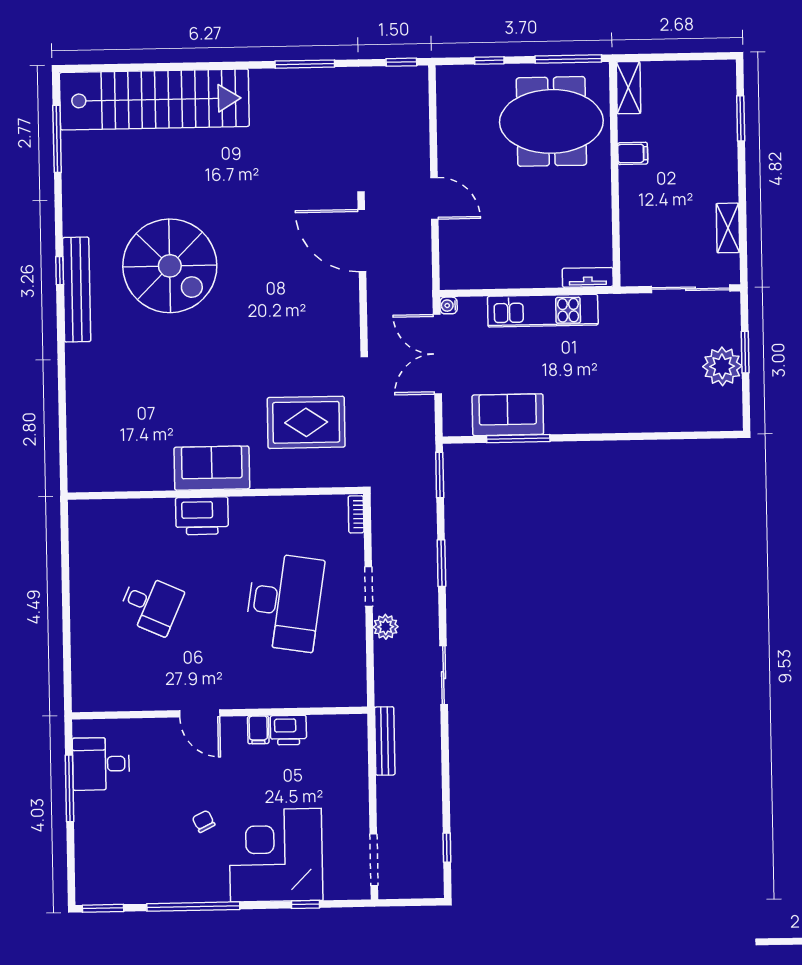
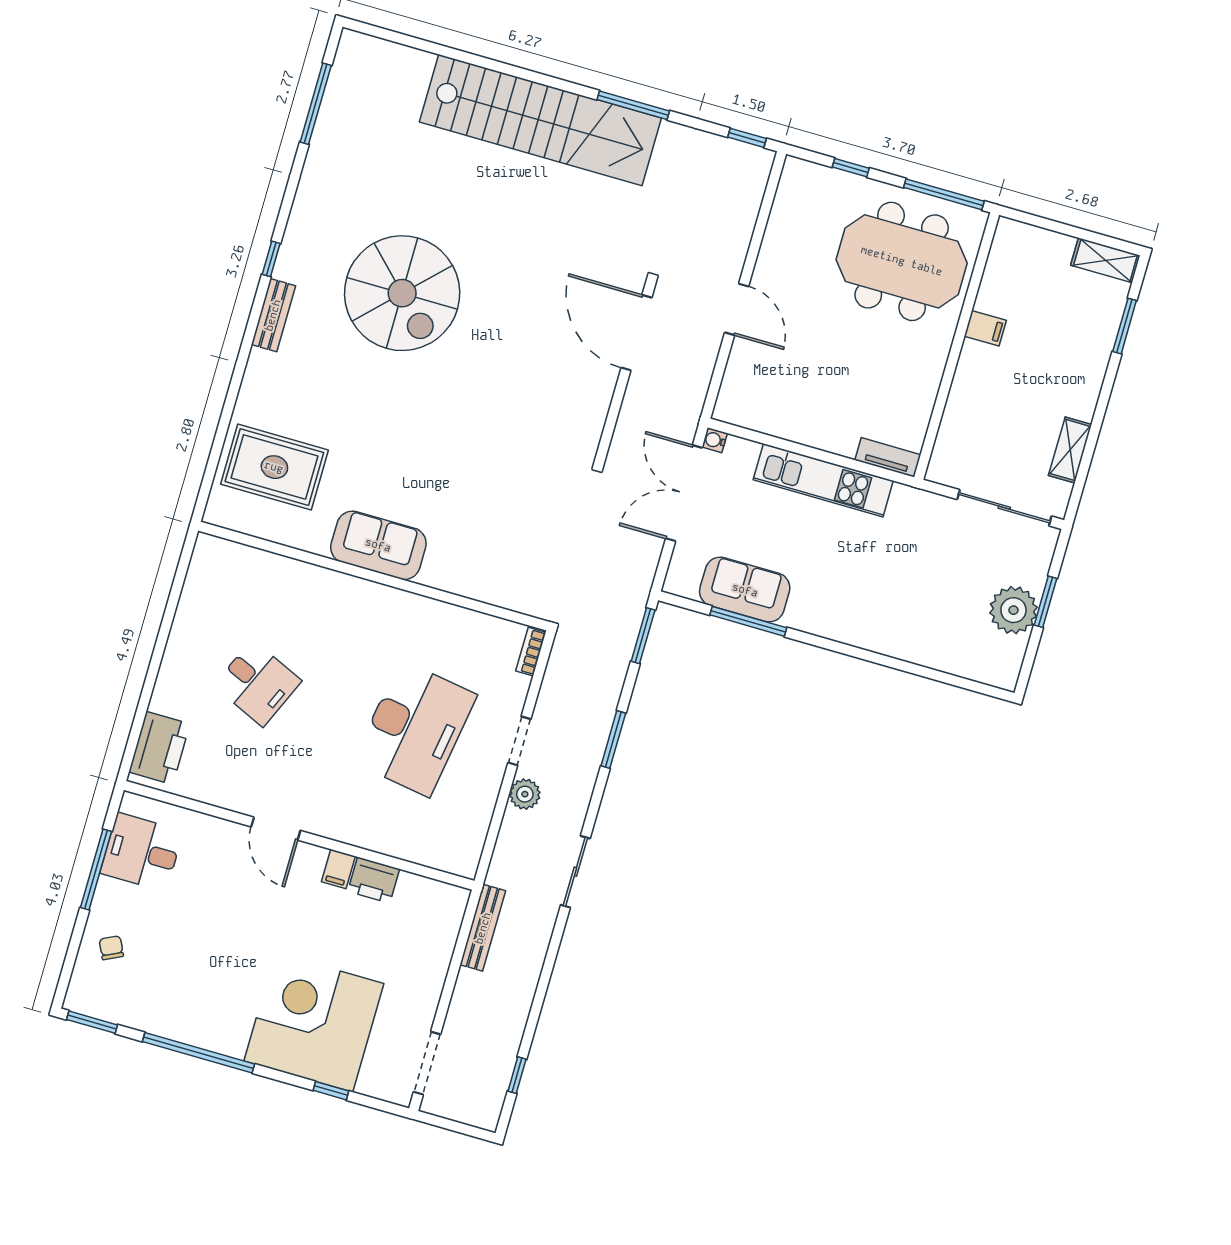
shelving: (628, 88) -> (1105, 260), moved, turned 90
stairs: (154, 99) -> (540, 120), moved
bench: (77, 290) -> (273, 315), width x0.54, depth x0.82
rug: (306, 422) -> (274, 467), moved
printer: (202, 516) -> (159, 748), moved, turned -90
chair: (204, 821) -> (111, 948), moved

